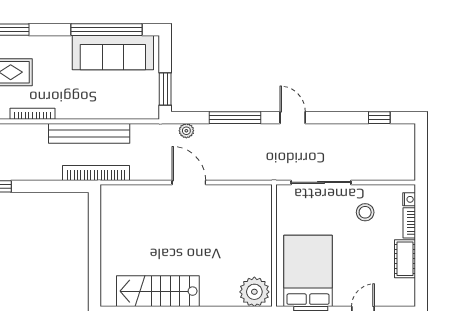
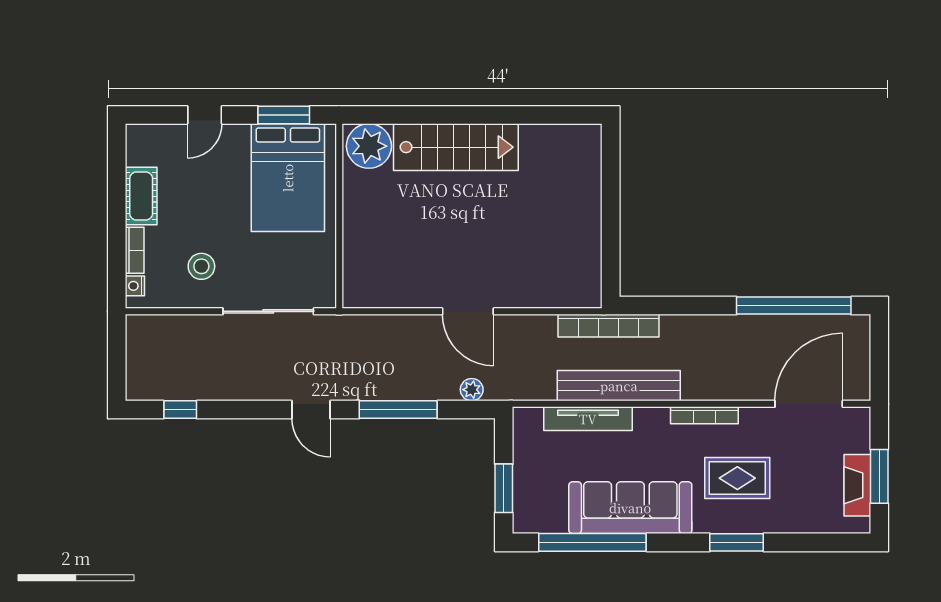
sofa: (113, 53) -> (630, 508), moved
window: (165, 89) -> (504, 488), moved
tv unit: (109, 112) -> (588, 419), added
stairs: (158, 291) -> (456, 147), moved

